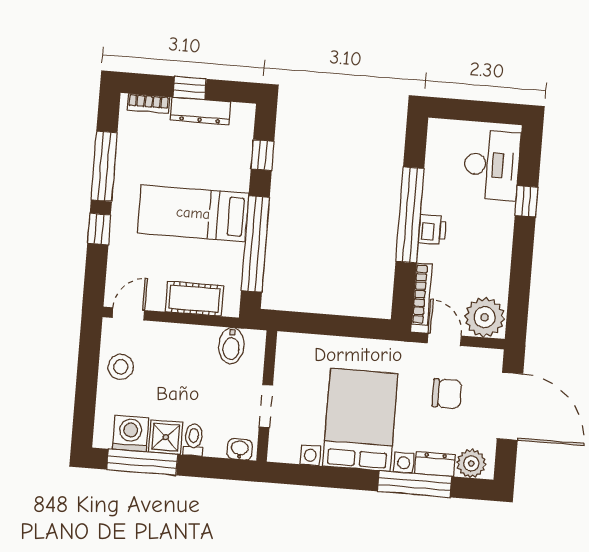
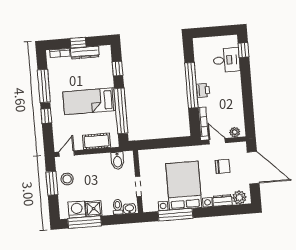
desk: (492, 165) -> (226, 60), width x0.73
window: (526, 201) -> (243, 50), moved
plant: (485, 317) -> (235, 132), width x0.53, depth x0.53
window: (88, 371) -> (52, 183), added
toilet: (193, 440) -> (118, 207), moved
window: (415, 484) -> (176, 215), moved

